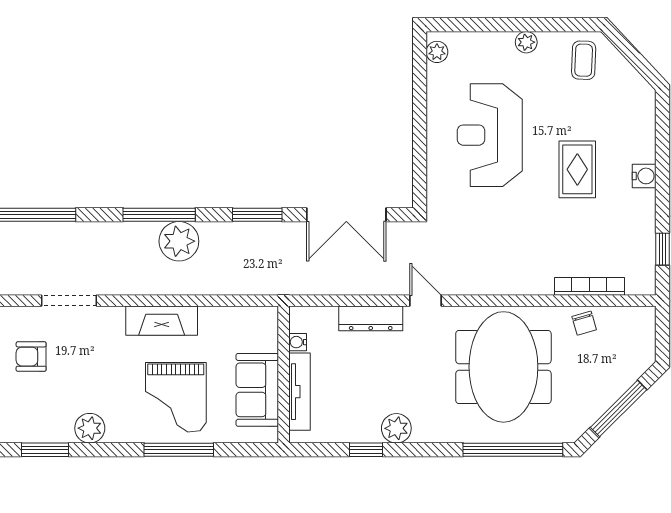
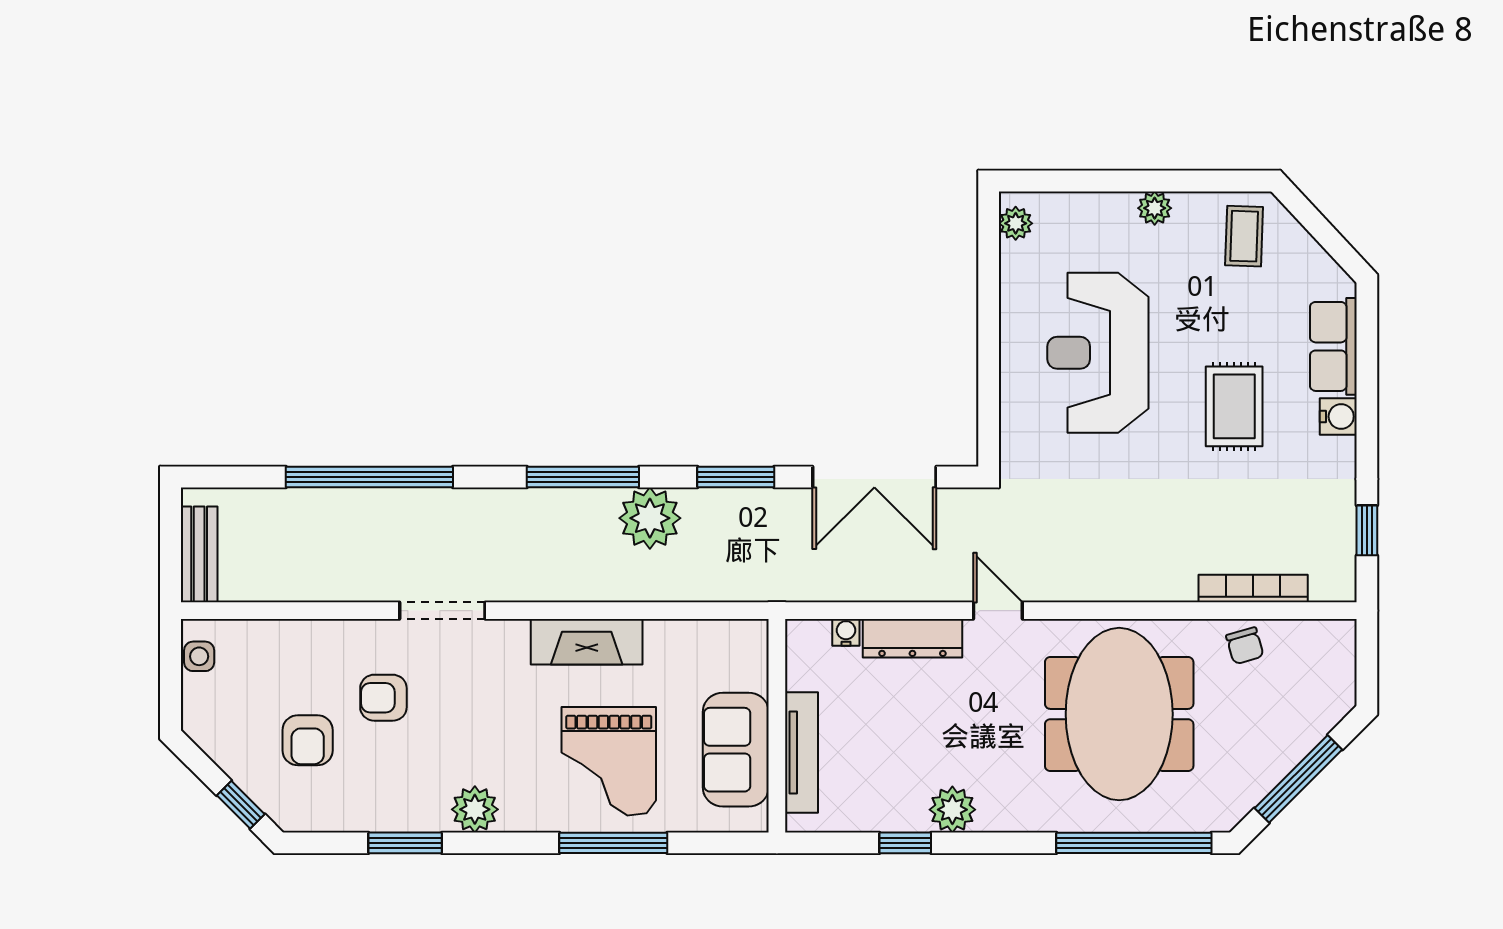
row of seats: (641, 131) -> (1333, 346), added
plant: (179, 241) -> (650, 518), moved
water cooler: (298, 342) -> (846, 632), moved, turned 90

